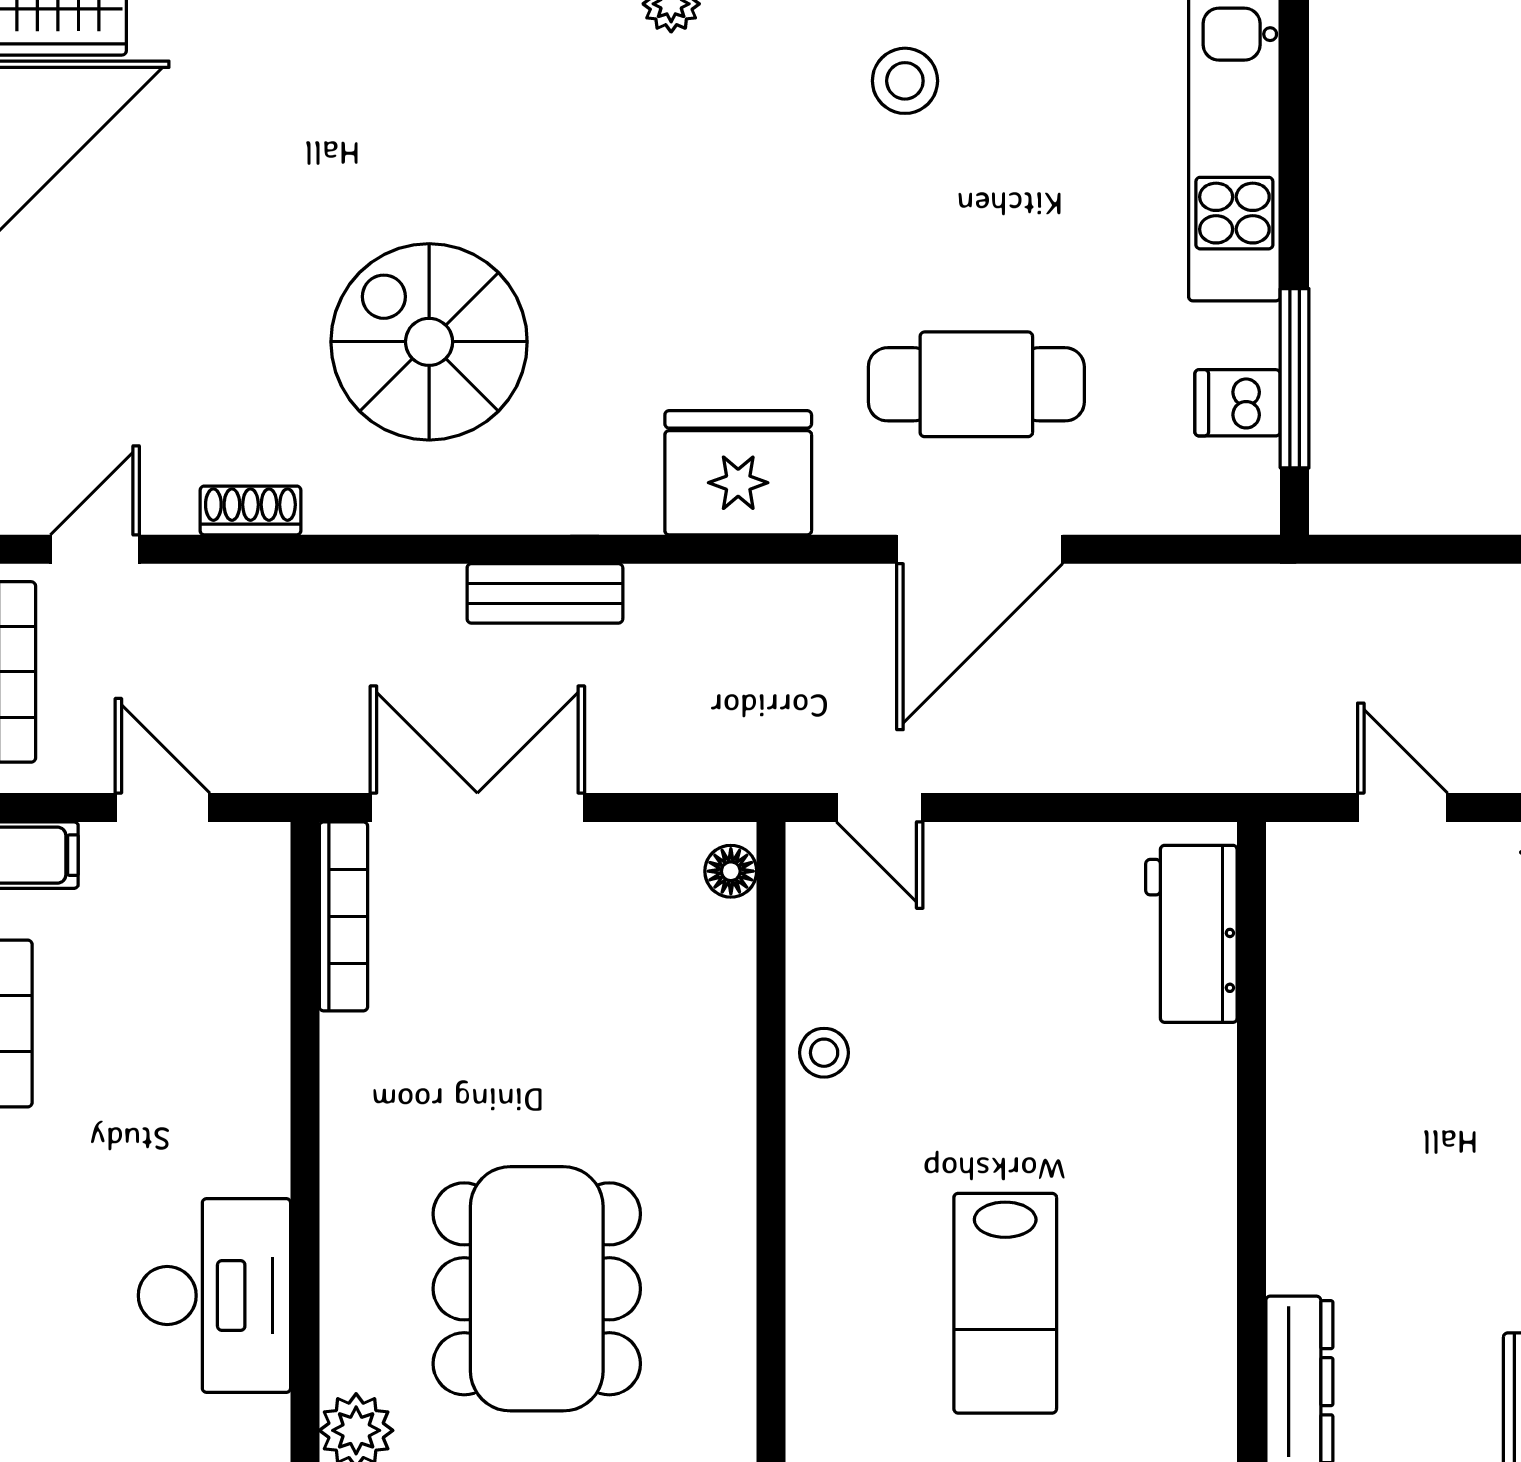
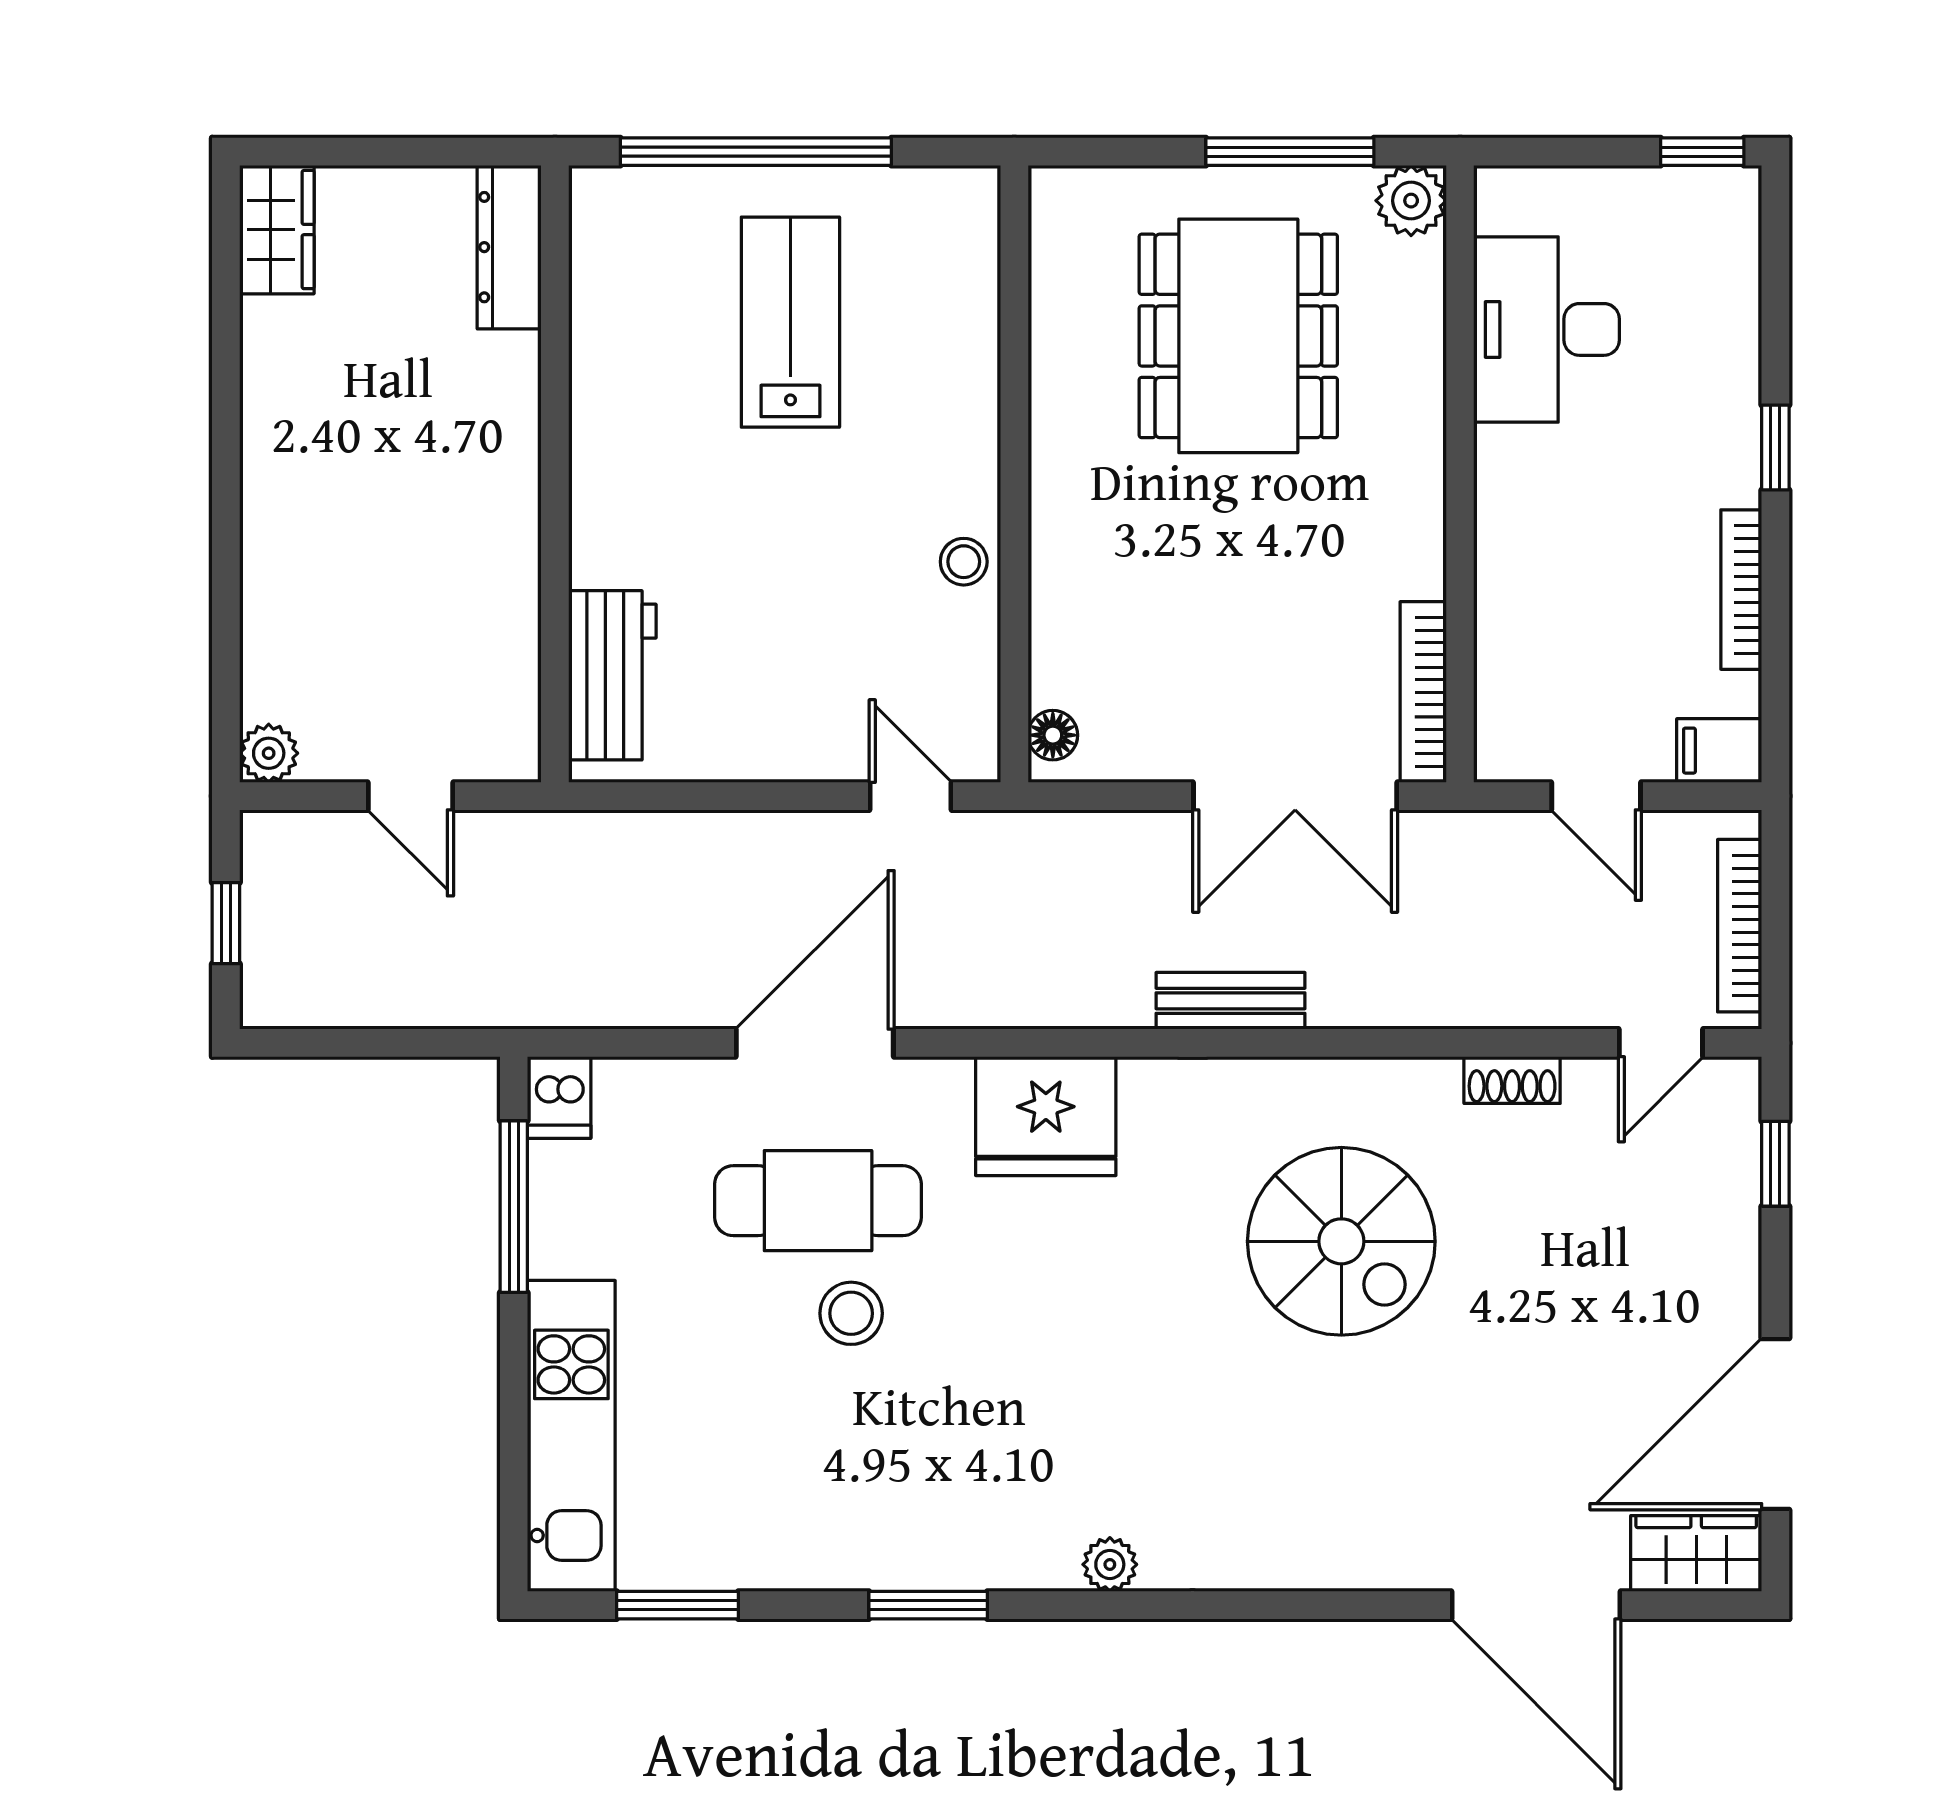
stool: (905, 81) -> (851, 1313), moved
dishwasher: (1238, 403) -> (559, 1097), moved, turned 90

